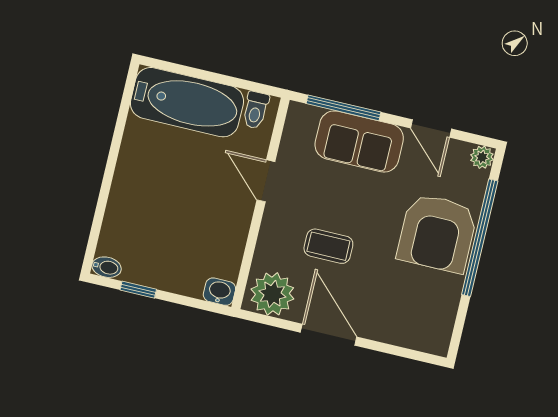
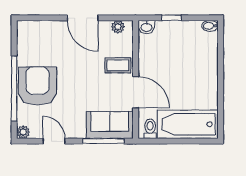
sofa: (359, 141) -> (110, 125), moved
door: (266, 181) -> (136, 92), width x1.38
coffee table: (328, 246) -> (118, 65), moved
window: (138, 290) -> (171, 18), moved
plant: (272, 294) -> (118, 27), width x0.53, depth x0.53

